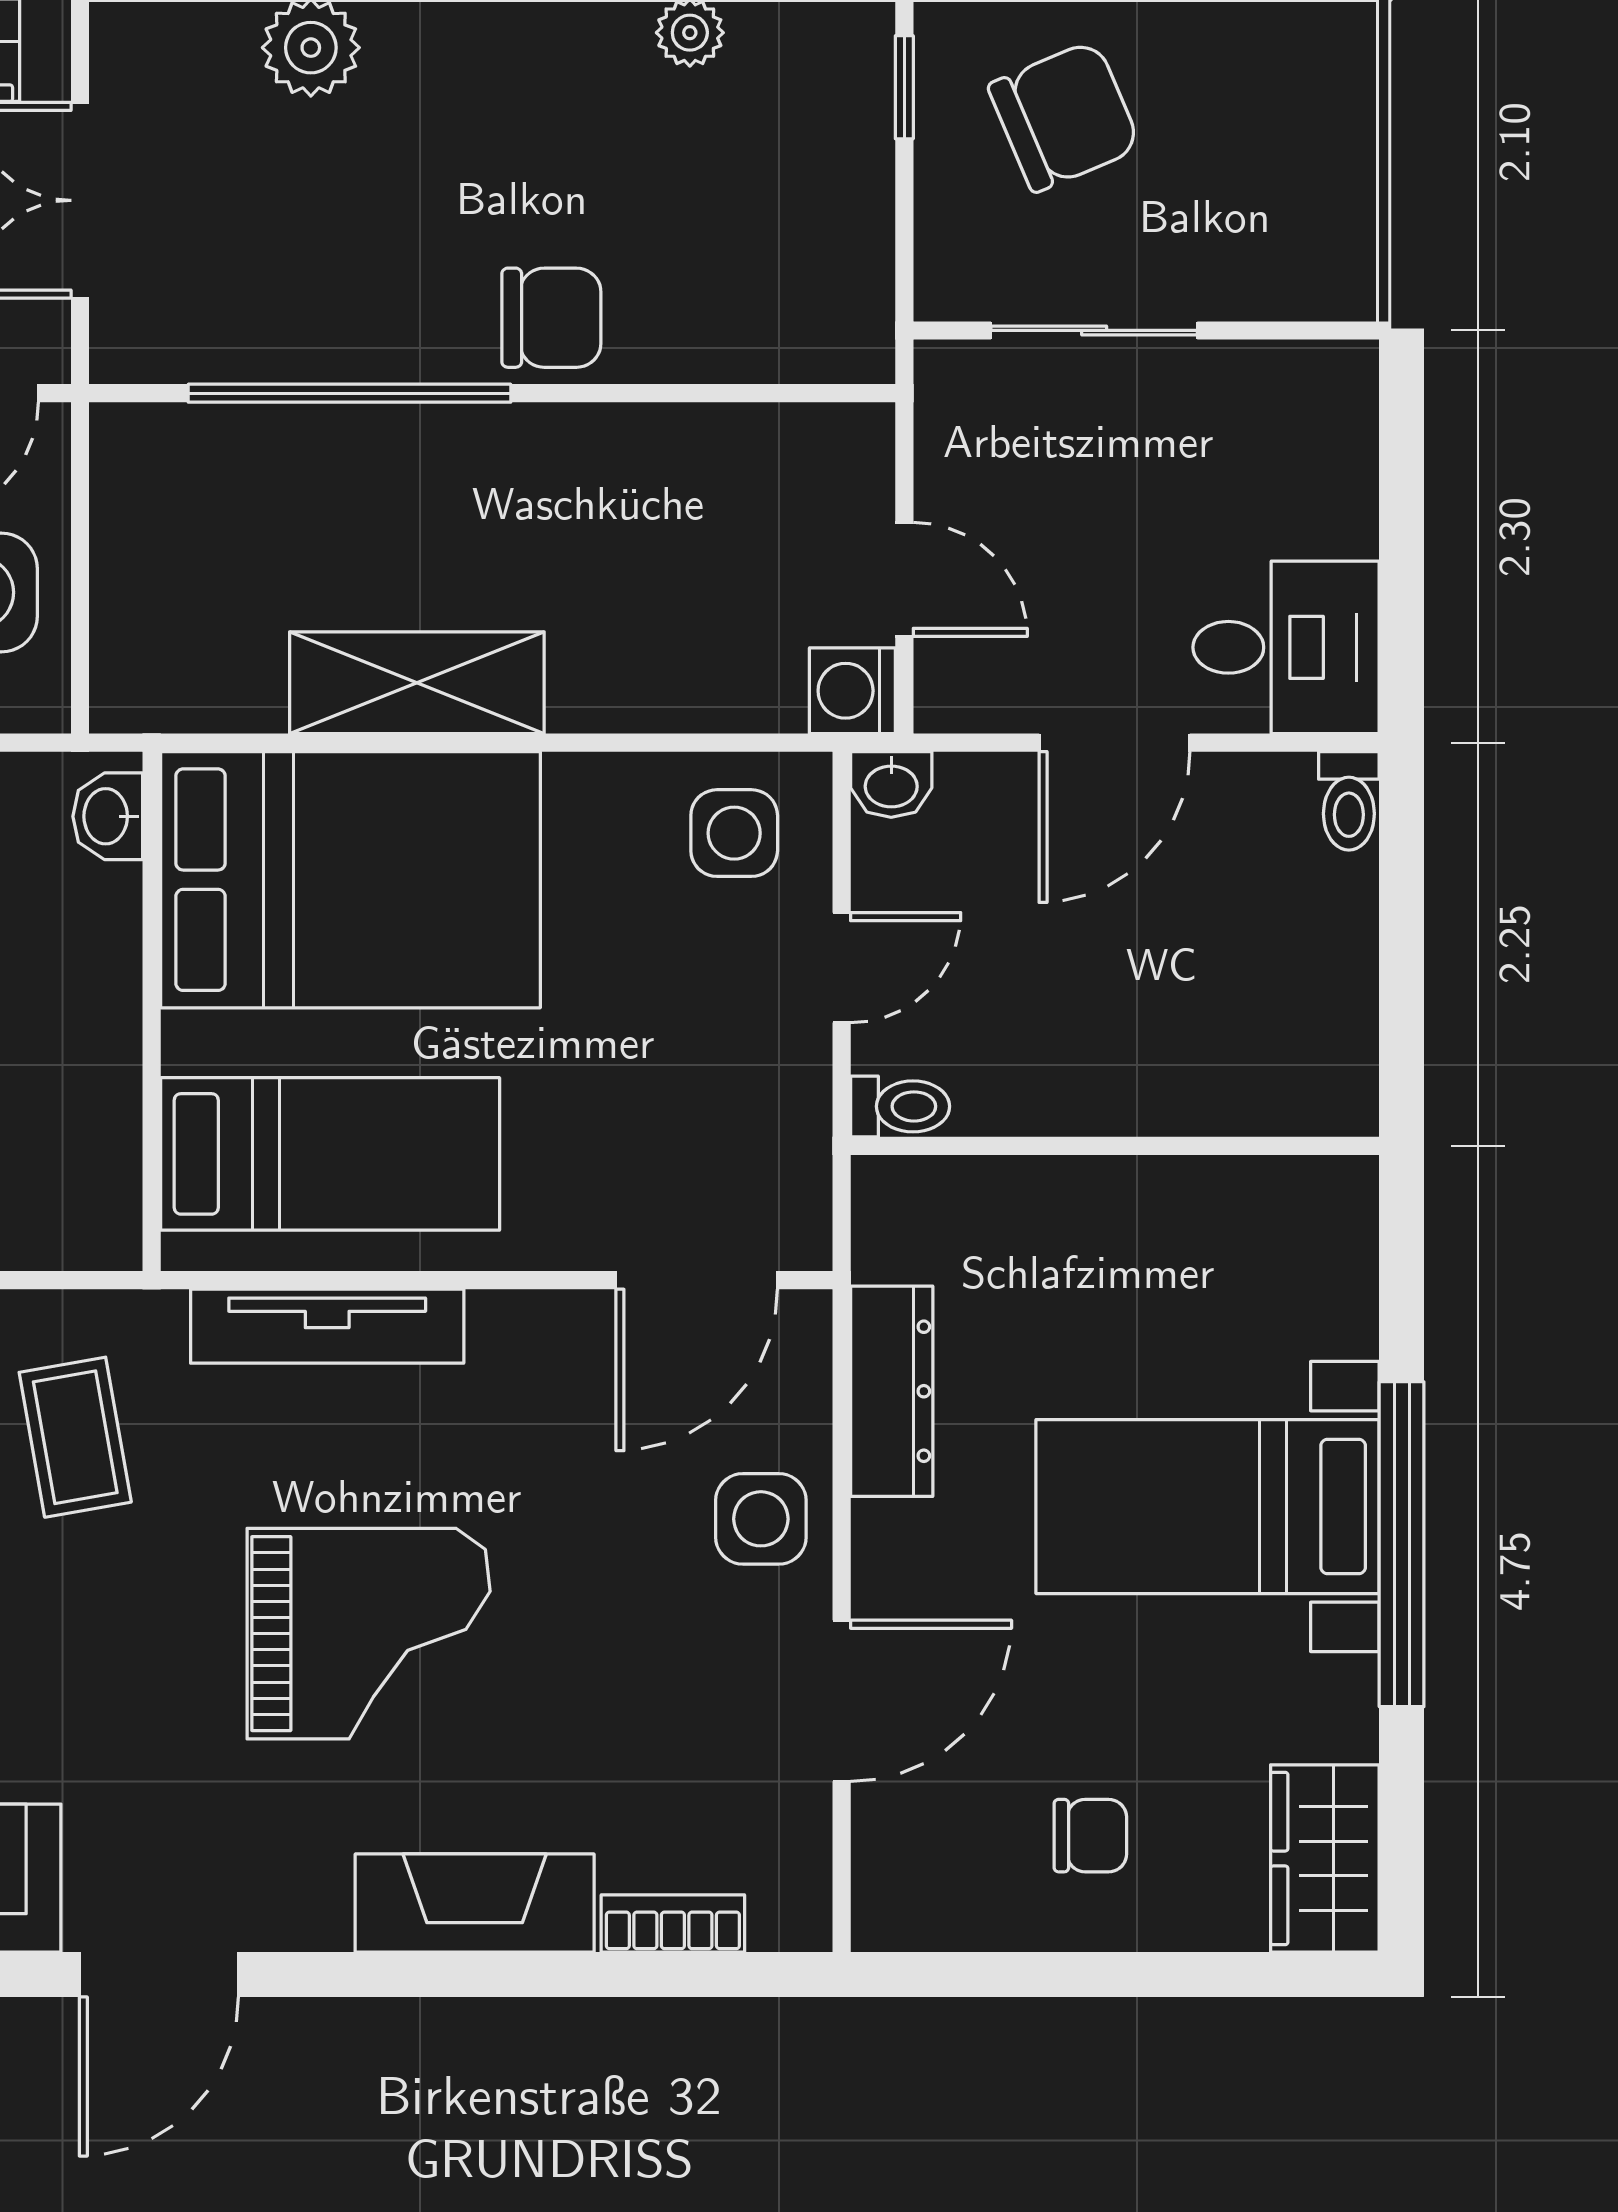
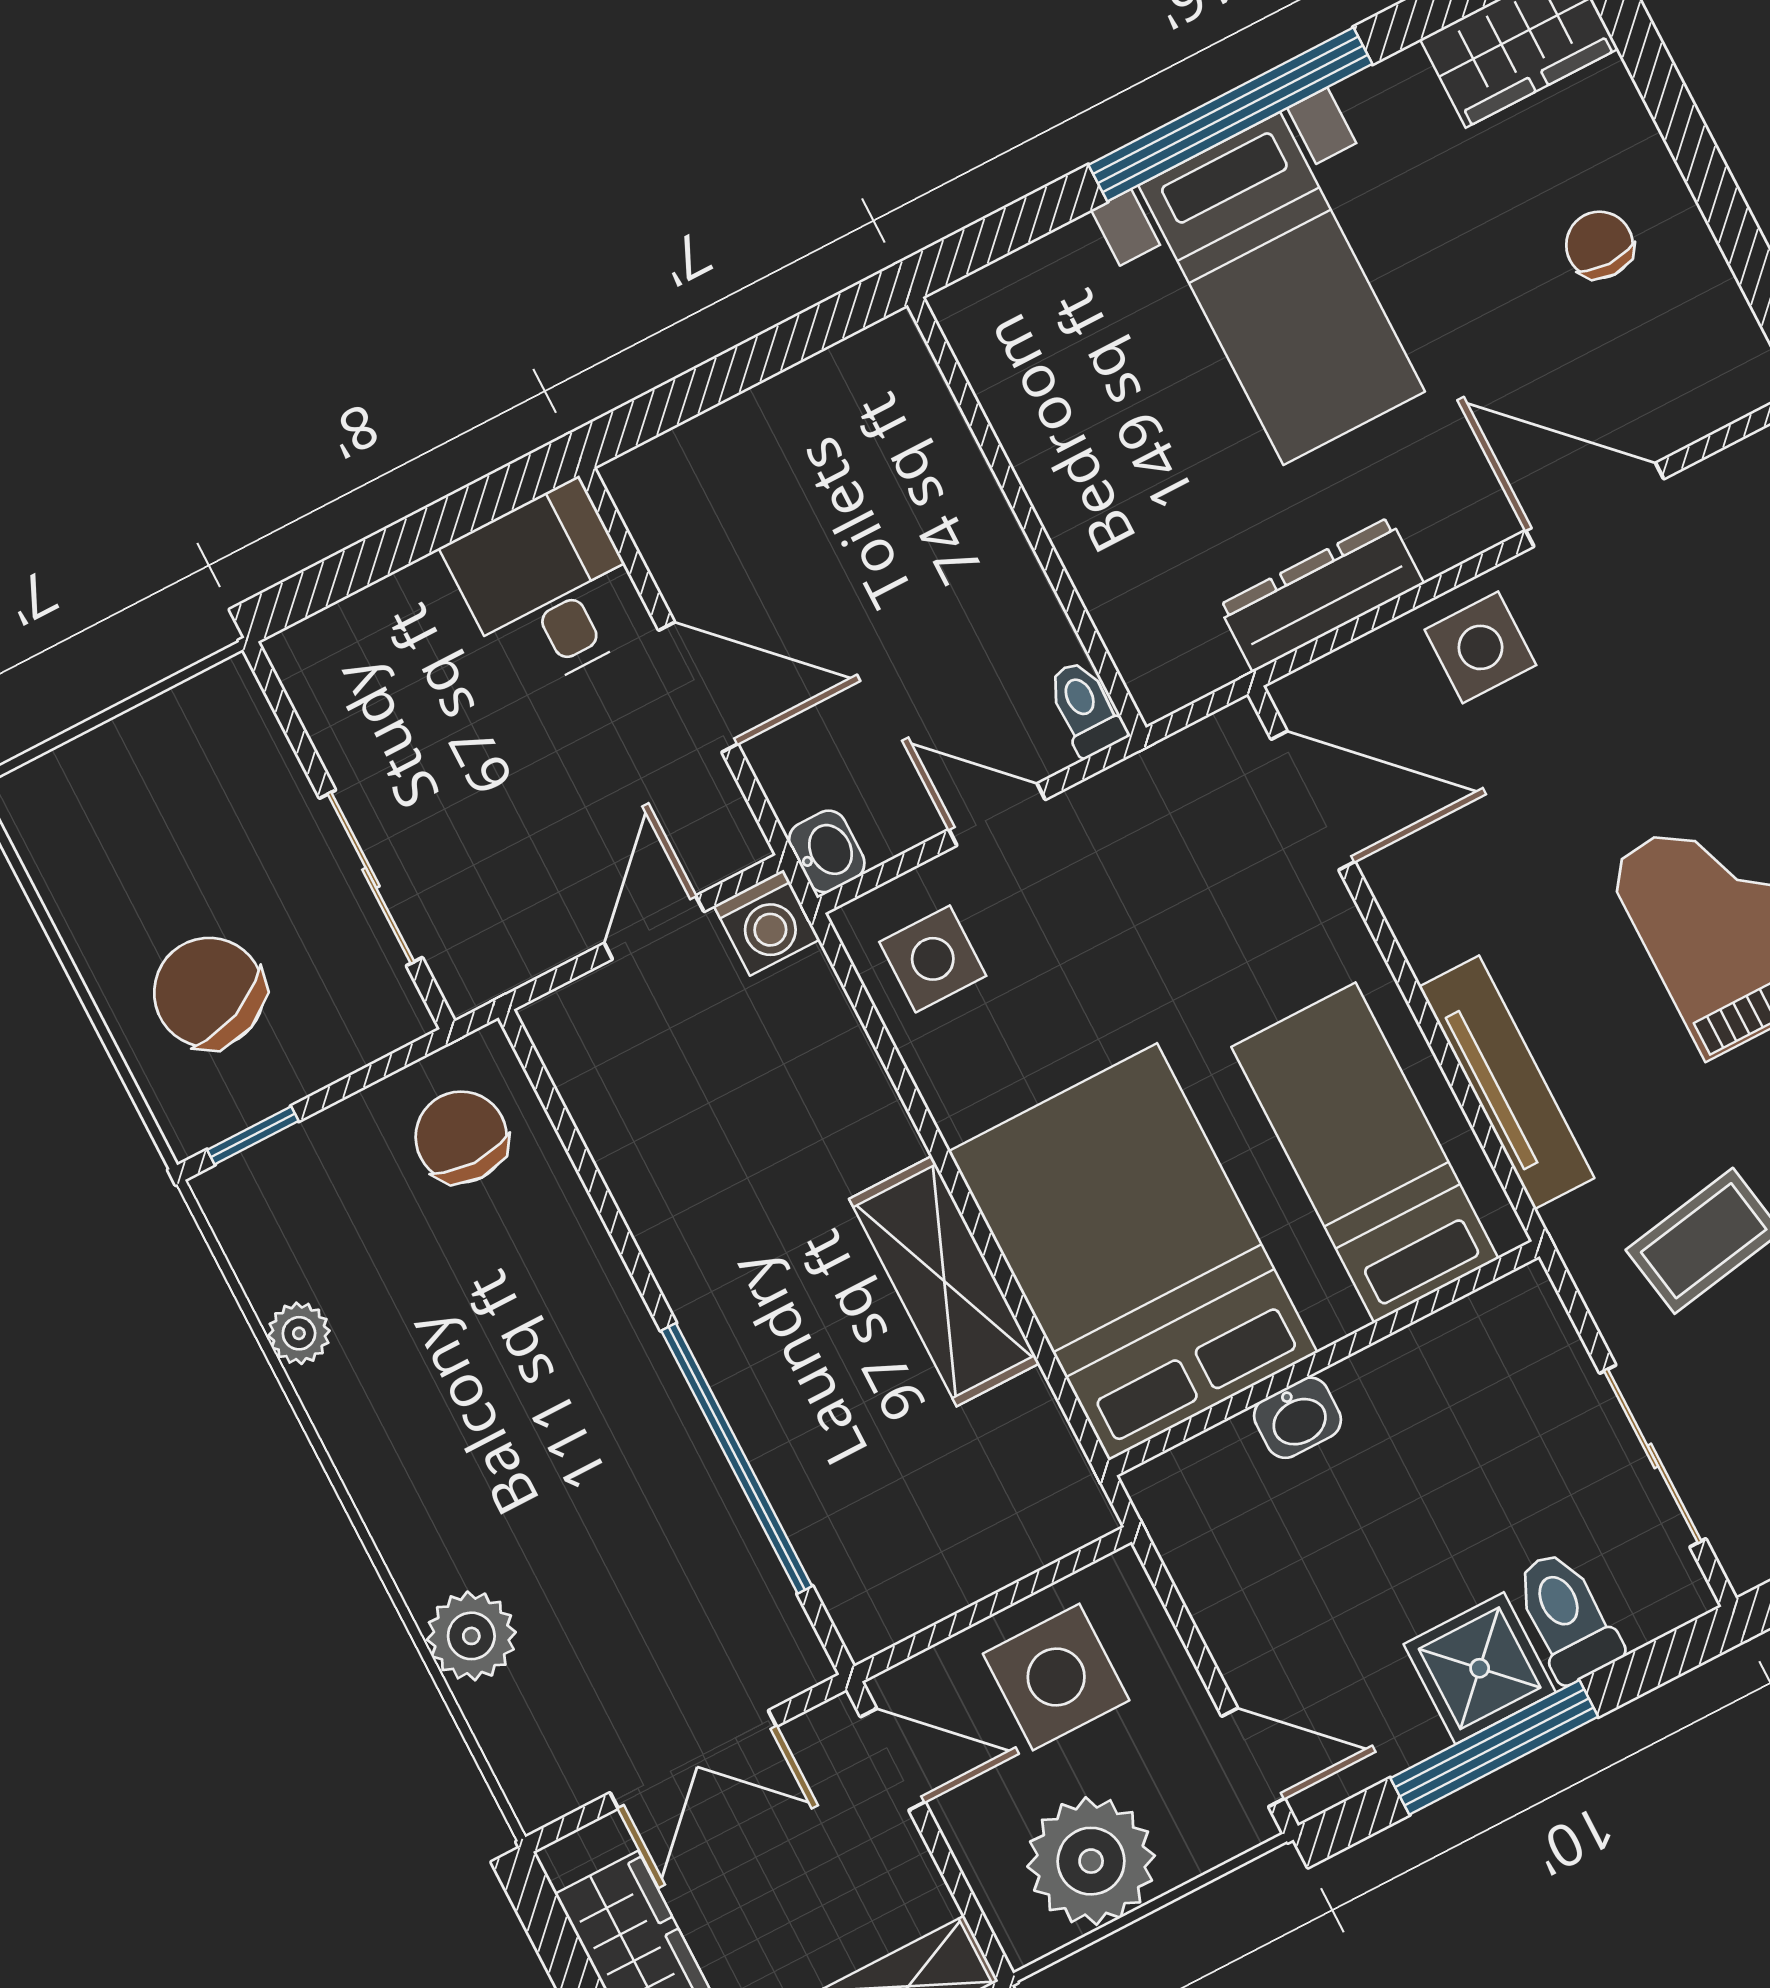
chair: (551, 318) -> (461, 1137), moved
toilet: (1349, 801) -> (647, 471), removed
washbasin: (108, 816) -> (1298, 1418), moved

